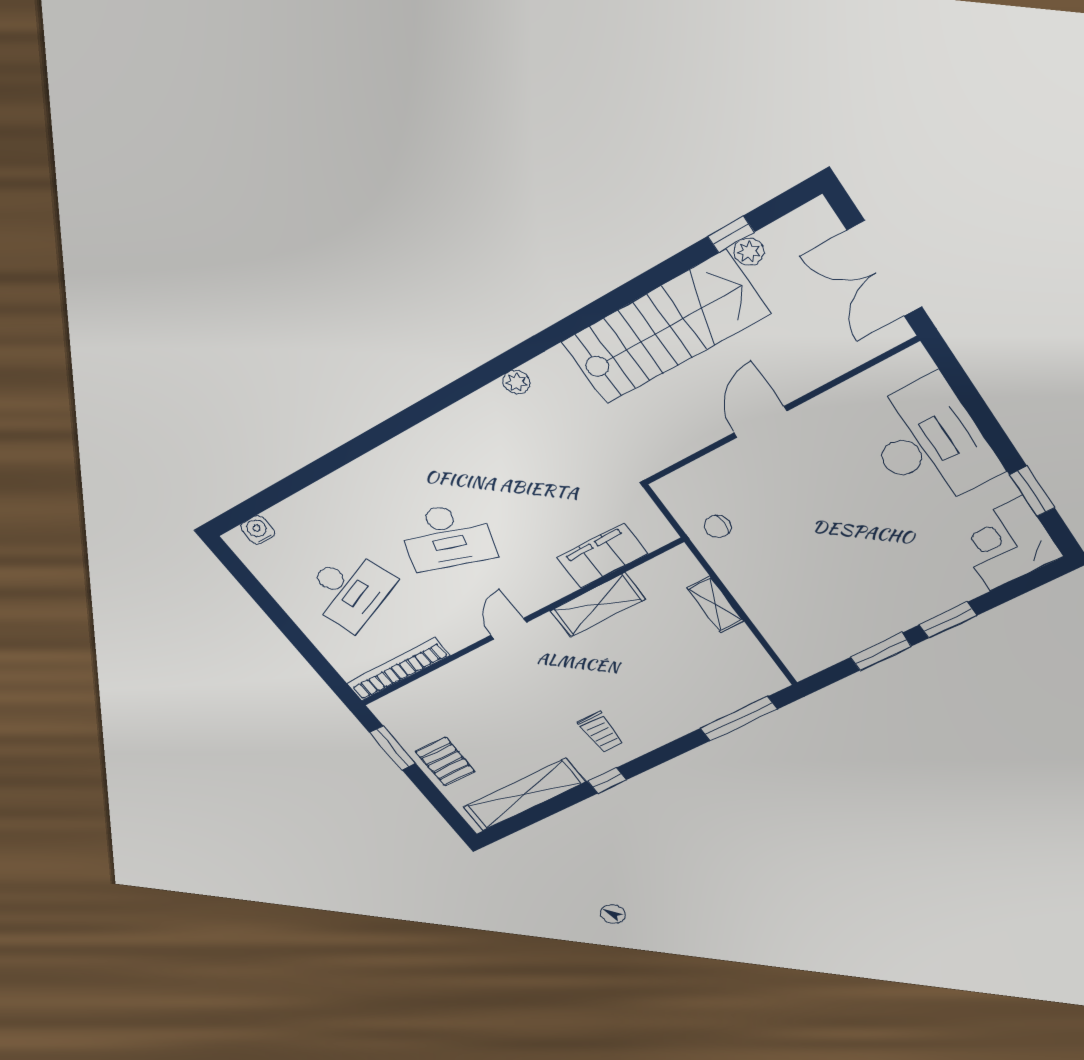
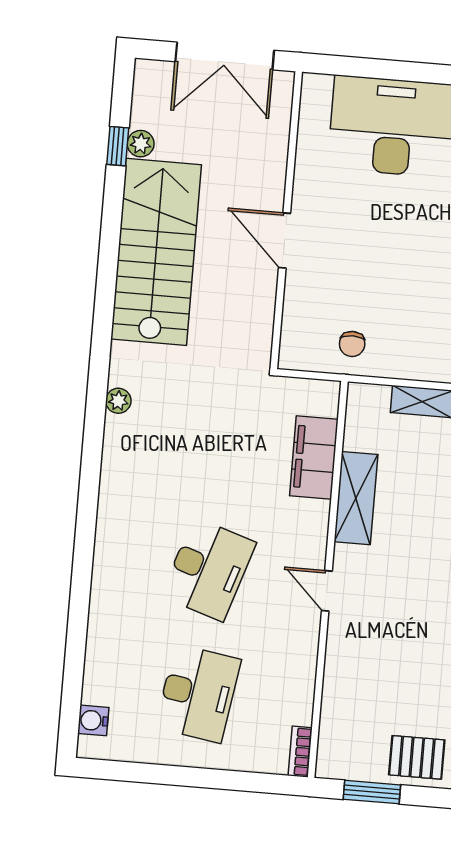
desk: (349, 590) -> (198, 693), turned 30
bookcase: (398, 669) -> (300, 752), width x0.43, depth x0.76

